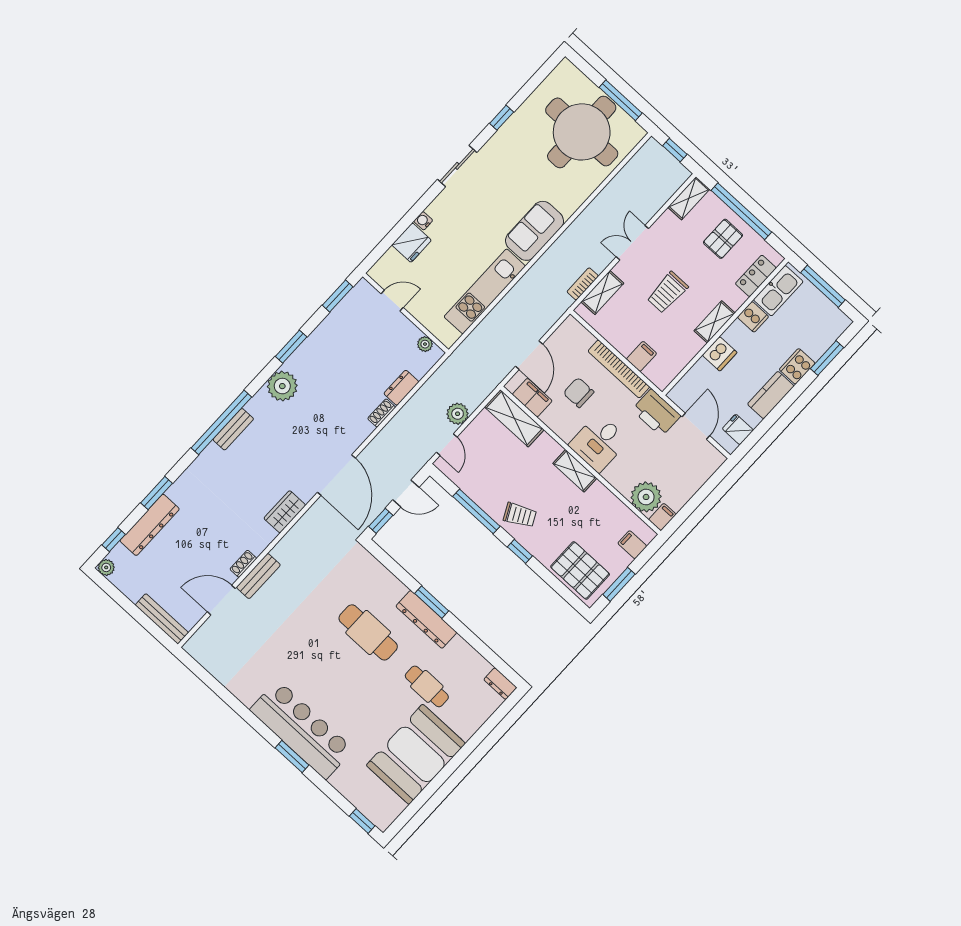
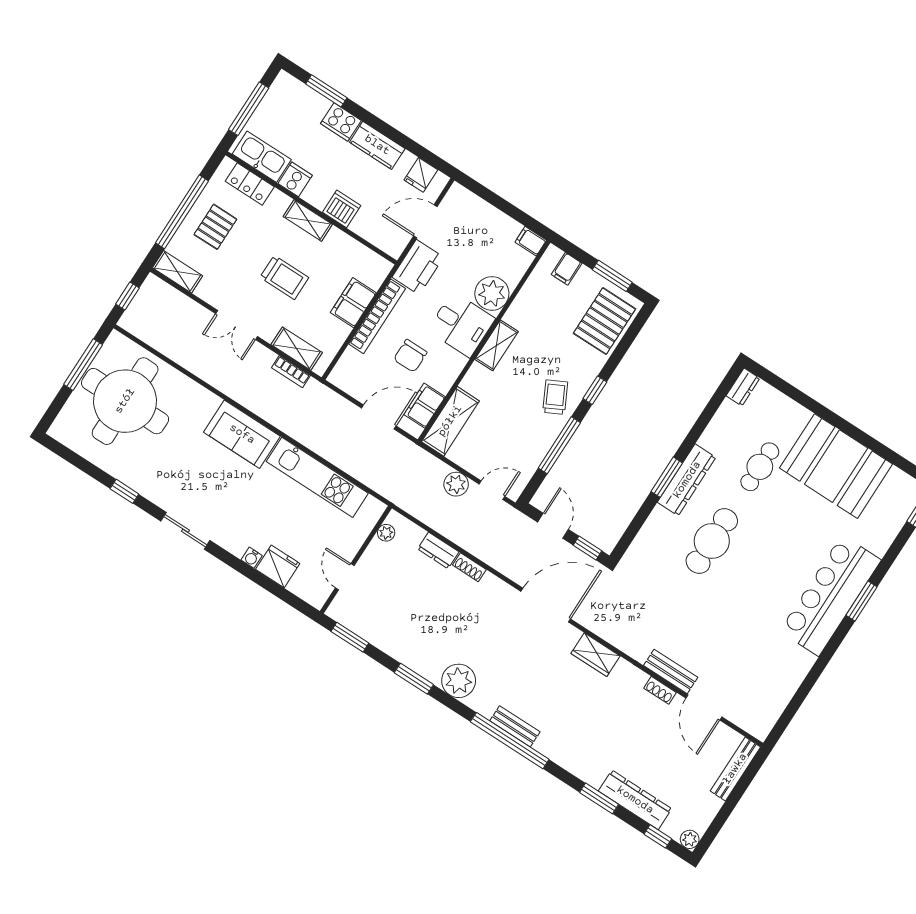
pallet: (723, 239) -> (215, 227), turned 90
filing cabinet: (641, 356) -> (353, 303), width x2.00
plant: (646, 497) -> (492, 293), moved

